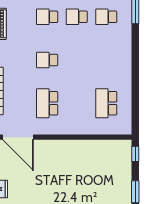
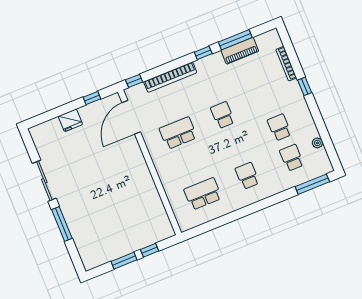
school desk: (47, 17) -> (247, 176), moved
window: (135, 154) -> (149, 250), moved

